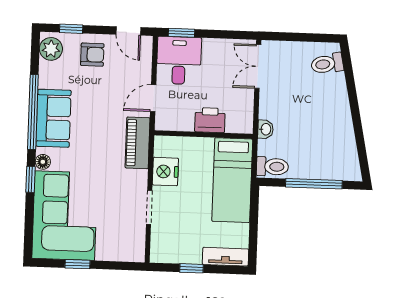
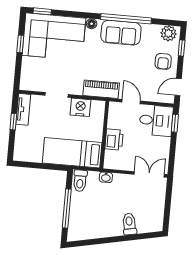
toilet: (327, 64) -> (129, 224), moved
window: (31, 179) -> (42, 11), moved
tv unit: (225, 257) -> (23, 109), moved

